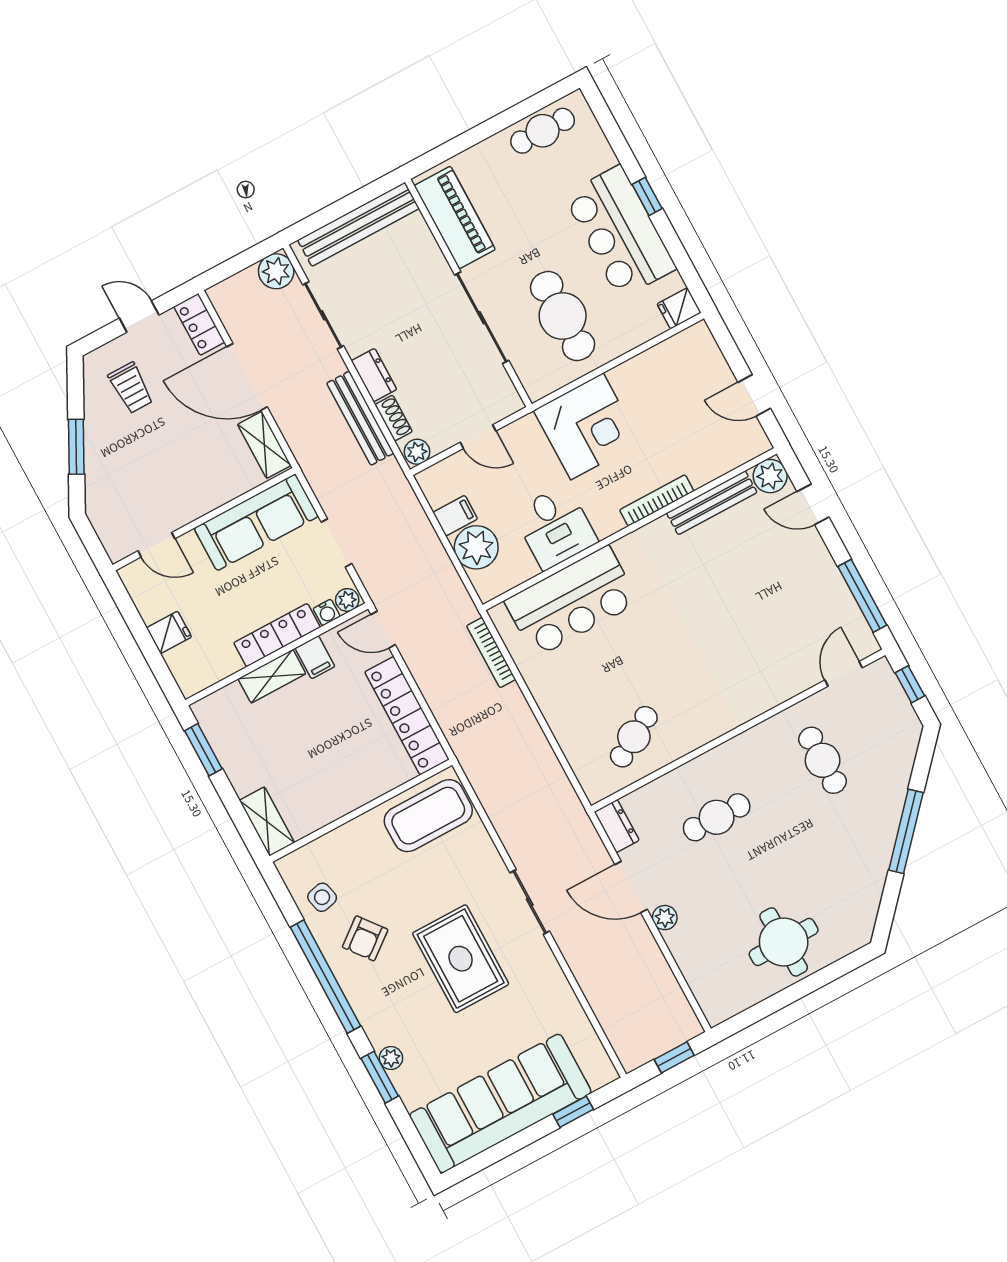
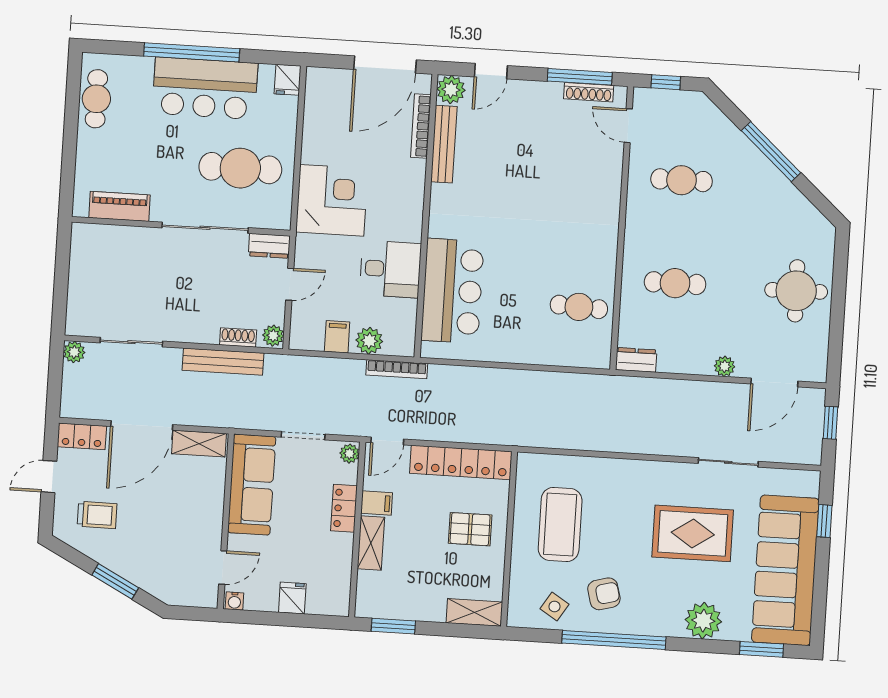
window: (647, 196) -> (192, 52), width x3.17
piano: (455, 217) -> (119, 206), width x0.73, depth x0.75
bench: (358, 224) -> (81, 275), removed
plant: (276, 271) -> (74, 352), width x0.73, depth x0.73
dresser: (374, 375) -> (269, 246), moved, turned 180
door: (754, 395) -> (385, 65), width x1.87
bookcase: (657, 500) -> (421, 126), moved
plant: (476, 547) -> (369, 341), width x0.73, depth x0.73
water cooler: (327, 612) -> (234, 601), moved, turned 90
shoe rack: (852, 614) -> (589, 92), added
locker: (277, 635) -> (344, 508), width x0.66
bookcase: (491, 653) -> (397, 369), moved
cafe table: (634, 737) -> (579, 307), turned -57
pallet: (347, 766) -> (470, 529), added
coffee table: (428, 816) -> (560, 525), moved
cafe table: (717, 817) -> (675, 283), turned 90
door: (631, 887) -> (774, 383), moved
side table: (322, 897) -> (554, 607), turned 45
sliding door: (530, 902) -> (728, 462), moved
armchair: (365, 938) -> (604, 594), turned -67
rug: (461, 959) -> (693, 533), moved
plant: (391, 1058) -> (703, 621), width x1.88, depth x1.88
window: (380, 1077) -> (761, 649), moved

